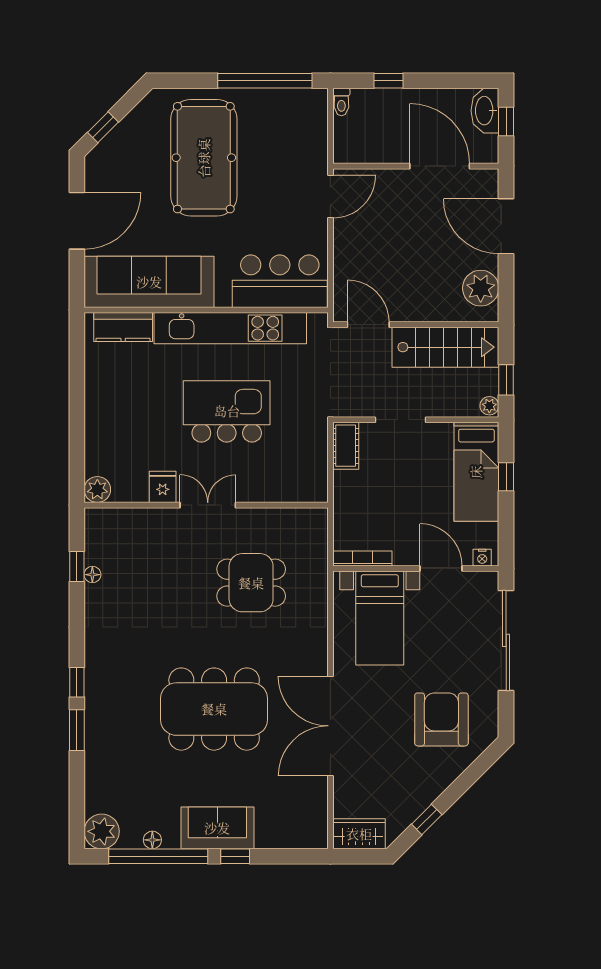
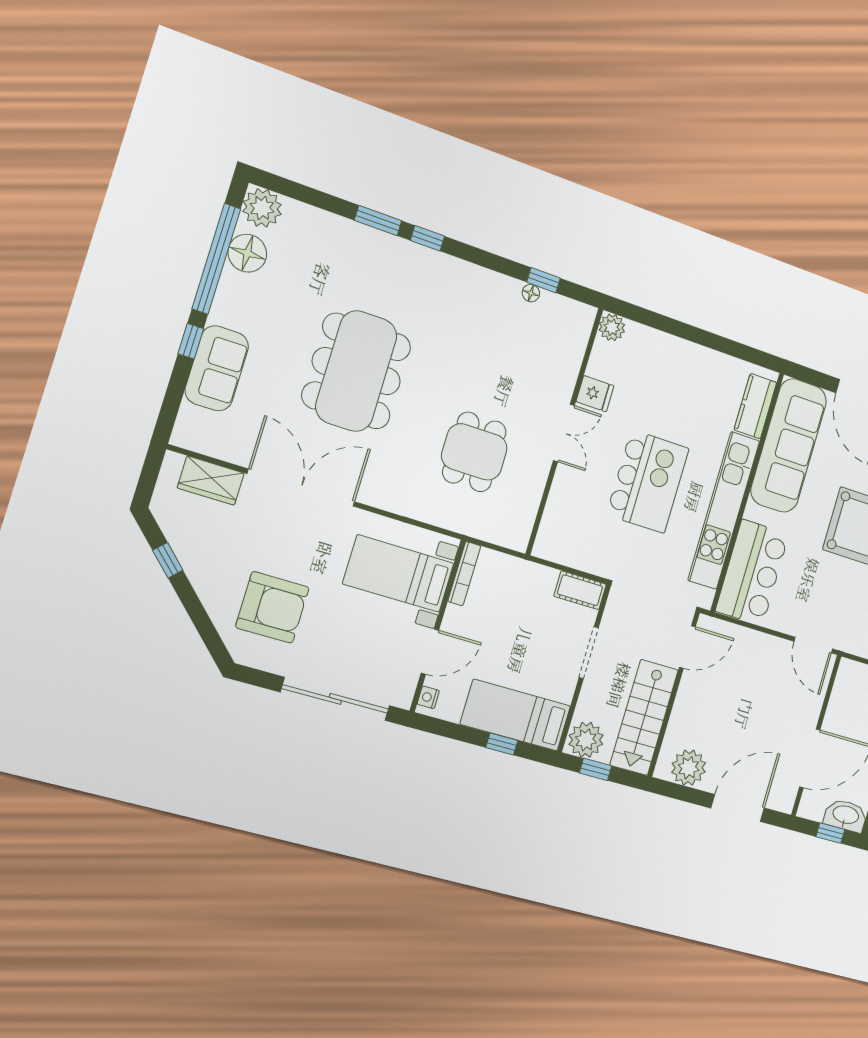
plant: (489, 406) -> (586, 740), width x1.88, depth x1.88
sofa: (217, 828) -> (217, 368), moved
wardrobe: (359, 834) -> (211, 481), moved, turned 90
floor lamp: (152, 840) -> (247, 253), width x1.89, depth x1.89

